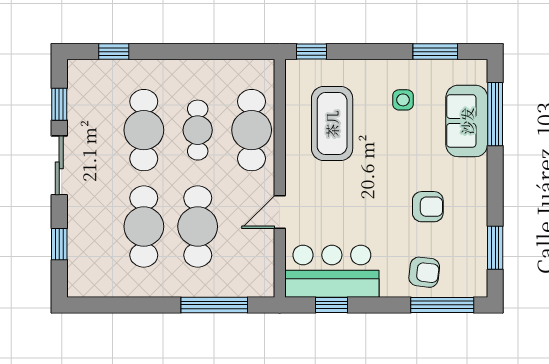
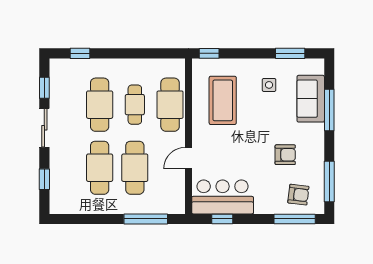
window: (495, 114) -> (329, 110), moved
window: (495, 248) -> (329, 182), width x1.44
armchair: (424, 272) -> (298, 195), moved

